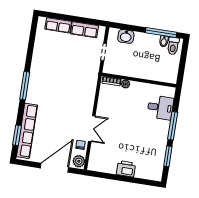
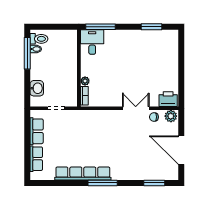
desk: (160, 107) -> (92, 42), moved
window: (173, 126) -> (101, 27), moved
row of seats: (27, 131) -> (83, 173), moved
door: (55, 168) -> (181, 150), moved
printer: (126, 169) -> (168, 99), moved, turned 90

